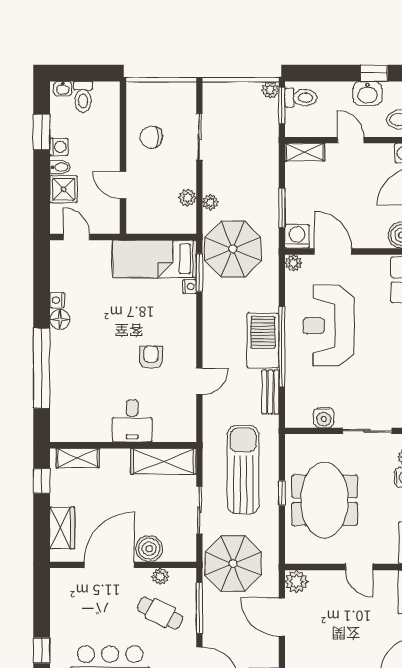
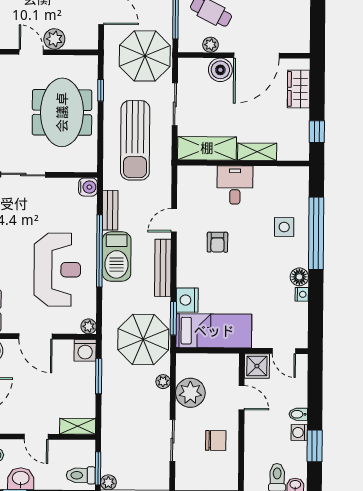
shower: (64, 189) -> (257, 366), moved
plant: (188, 198) -> (190, 393), width x1.87, depth x1.87
door: (333, 251) -> (35, 336), moved
nightstand: (190, 287) -> (187, 300), width x1.89, depth x1.79
bench: (211, 328) -> (163, 268), added
side table: (77, 375) -> (284, 227), added
water cooler: (324, 418) -> (88, 187), moved, turned 90
shelving: (78, 458) -> (257, 152), moved
window: (282, 493) -> (101, 90), moved
plant: (296, 582) -> (54, 39), moved

